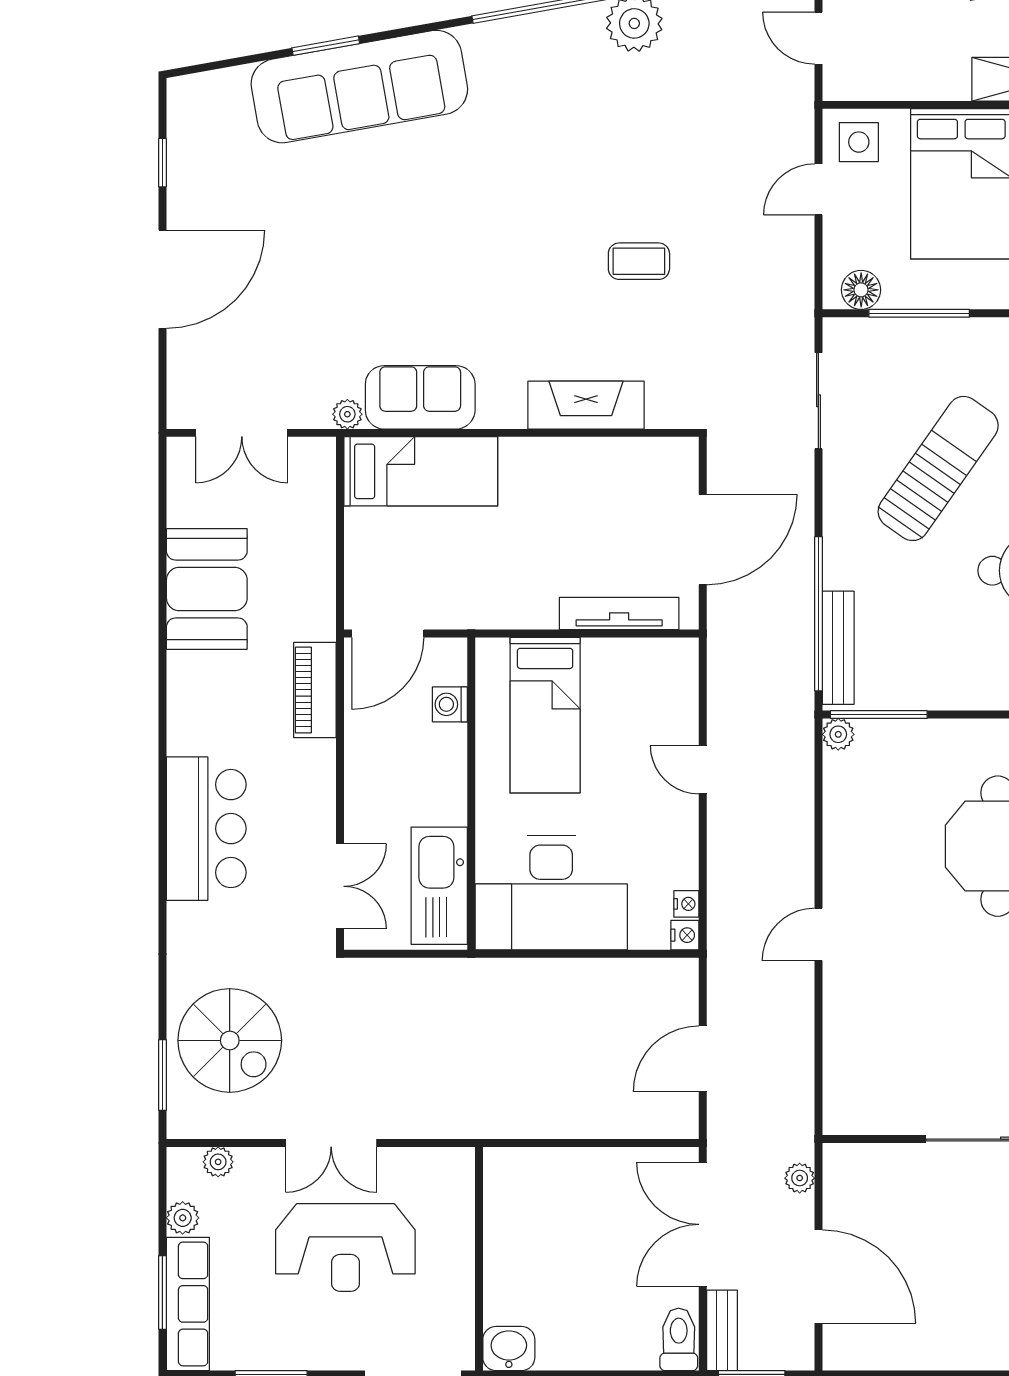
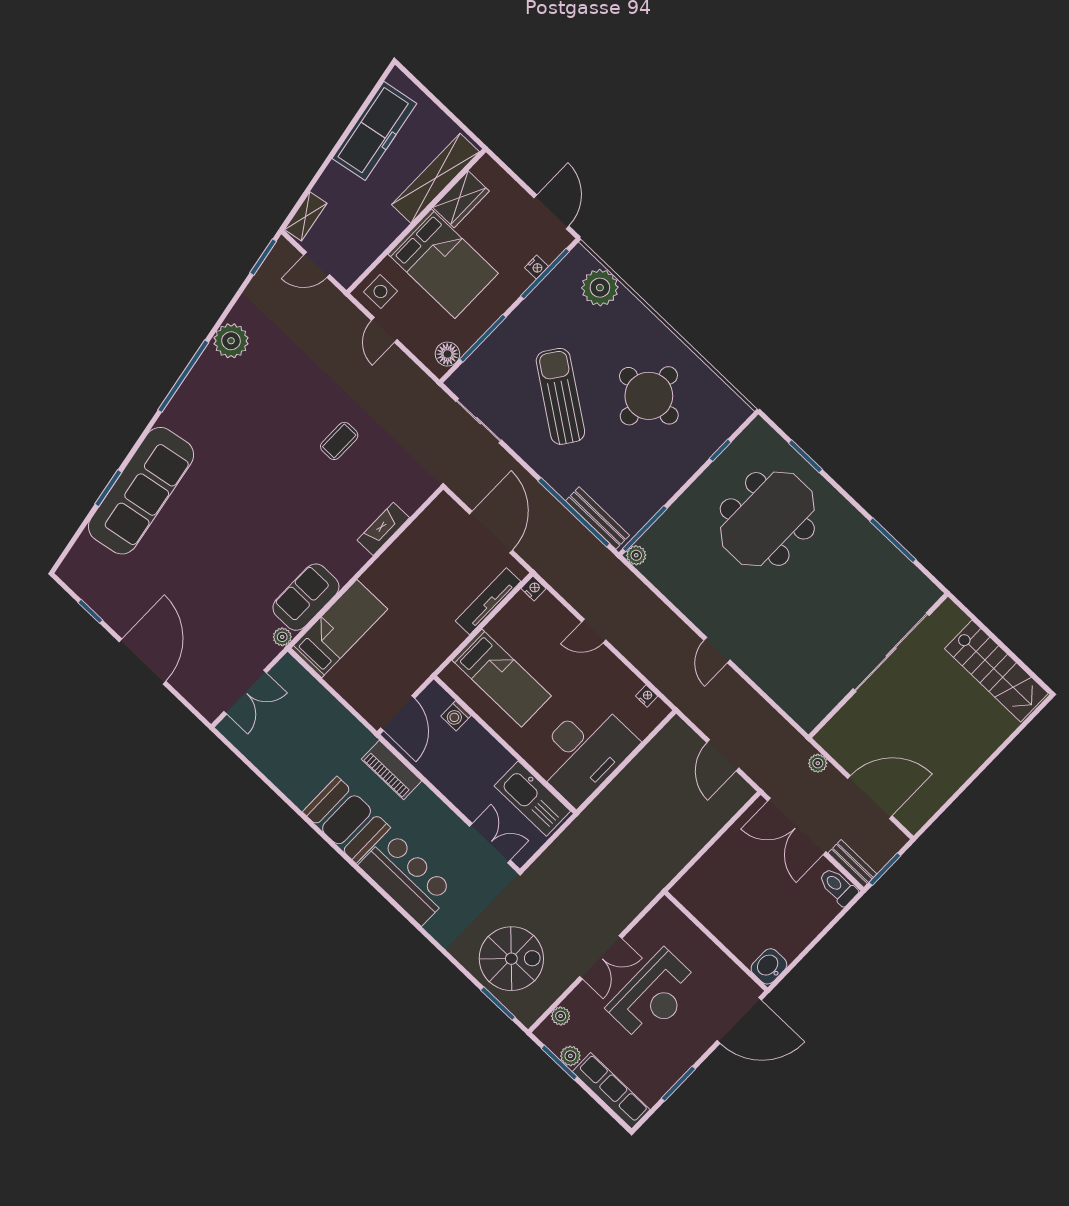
fireplace: (586, 405) -> (383, 529), width x0.73, depth x0.76
booth: (207, 589) -> (347, 820), moved
nightstand: (685, 935) -> (534, 588), moved
window: (162, 1293) -> (559, 1063), moved

